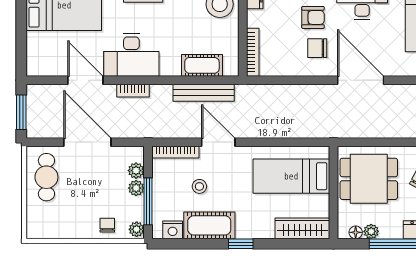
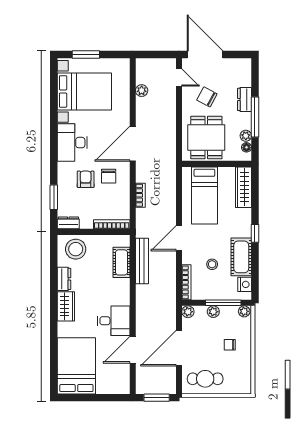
desk: (131, 55) -> (114, 321), width x0.73
bookcase: (133, 91) -> (140, 195), moved
door: (218, 142) -> (179, 238), moved
plant: (136, 171) -> (188, 312), moved
chair: (107, 225) -> (230, 345), moved

